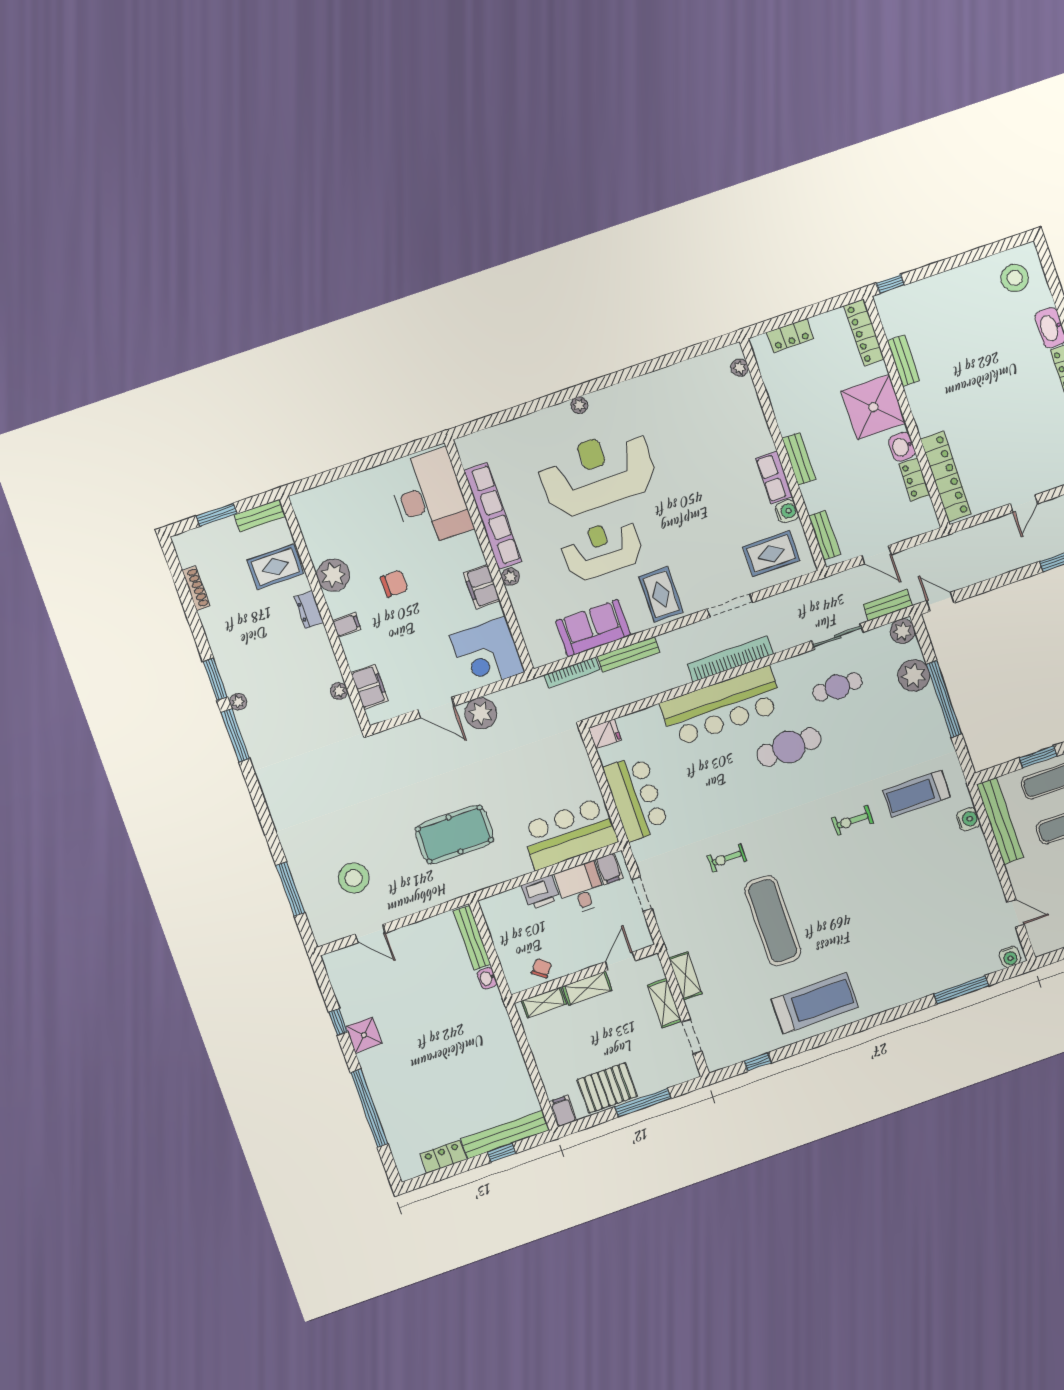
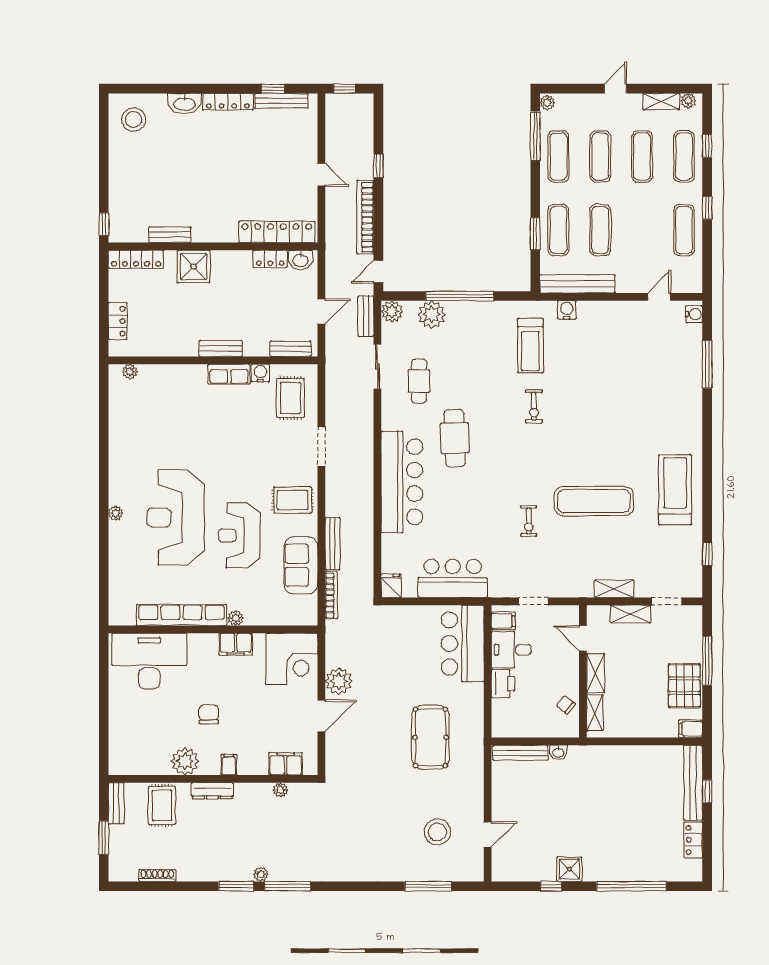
shower: (873, 407) -> (194, 267), width x0.73, depth x0.73
washbasin: (902, 447) -> (300, 260), moved
dresser: (309, 610) -> (213, 791), width x1.44
bookcase: (730, 659) -> (365, 217), moved

